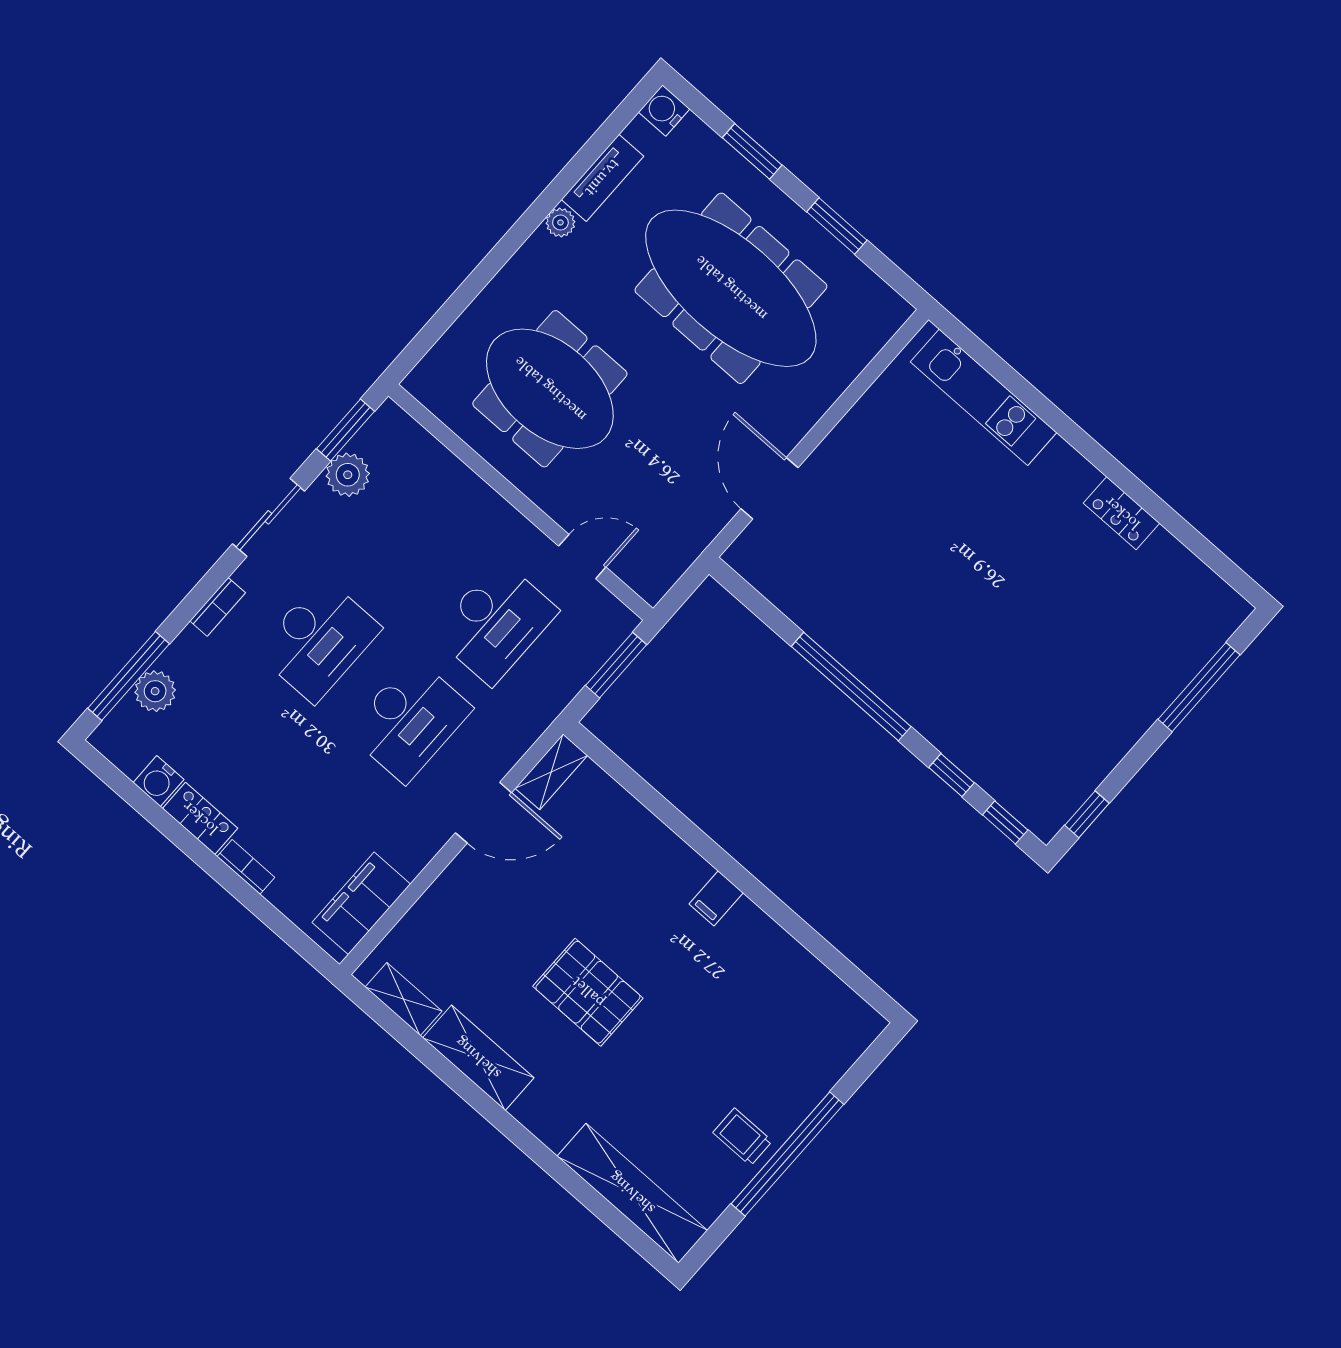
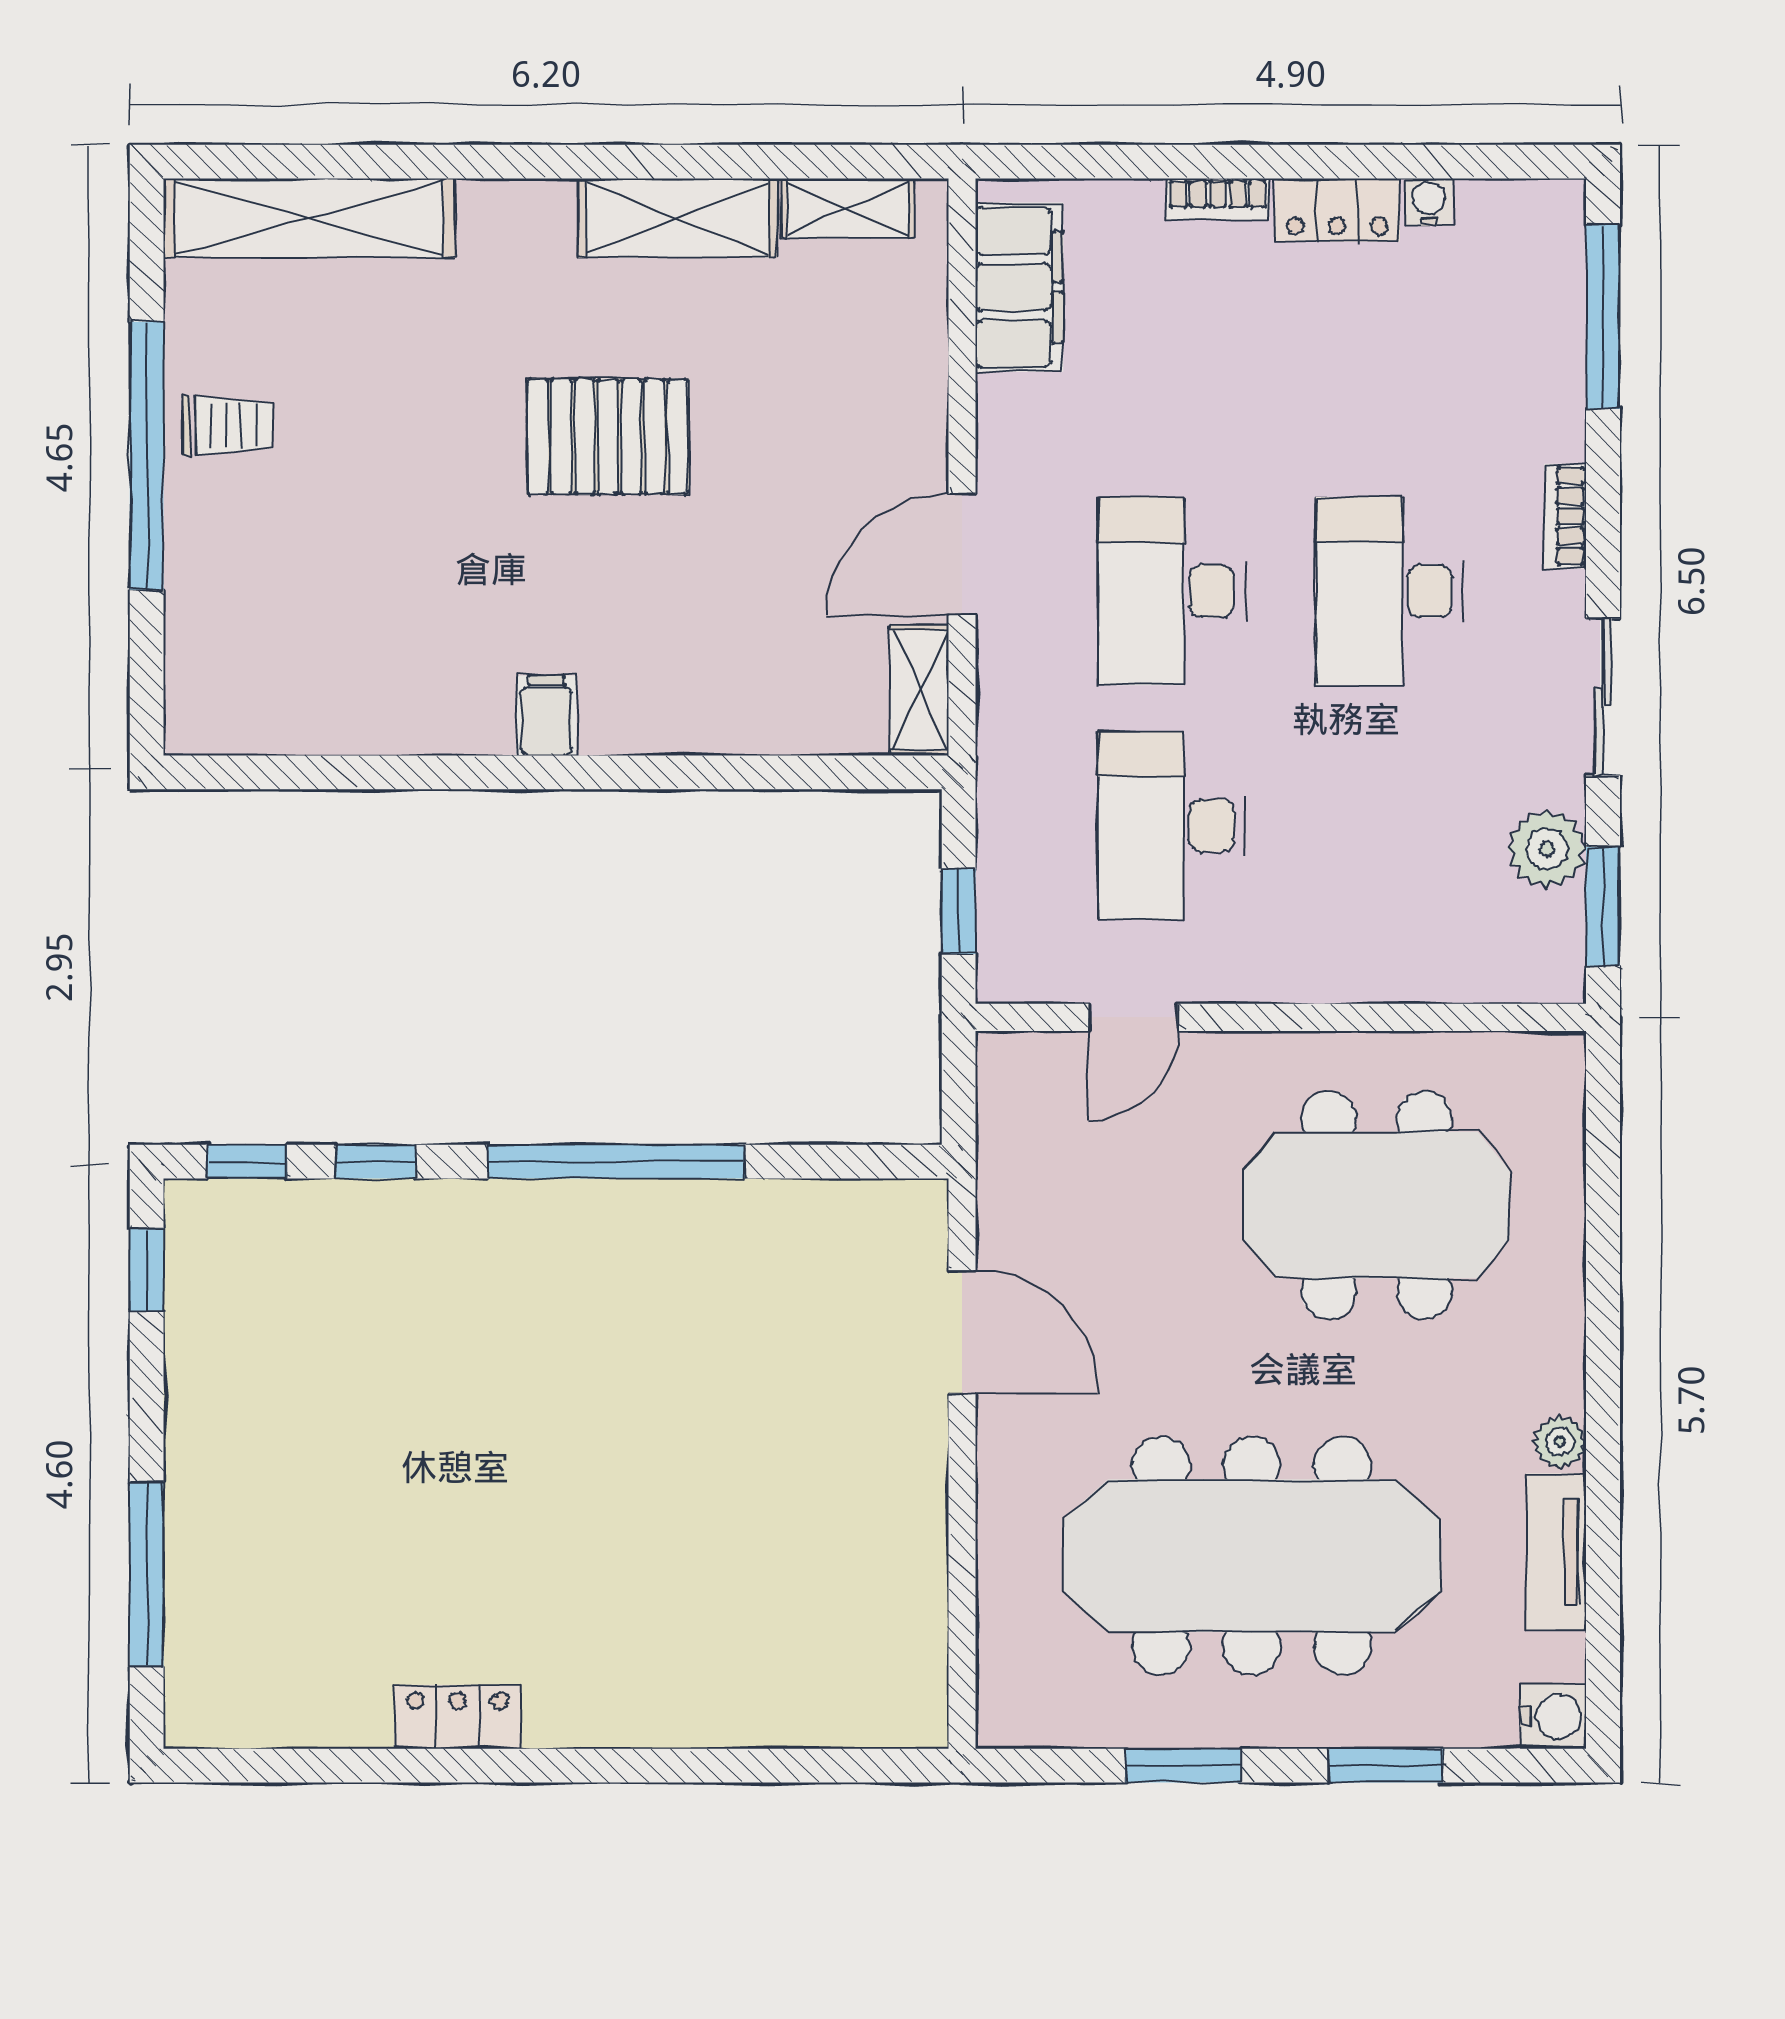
kitchen unit: (984, 397) -> (782, 1709), removed
window: (616, 665) -> (959, 911), width x0.67
plant: (155, 691) -> (1549, 328), removed
water cooler: (159, 781) -> (1429, 202), width x0.72, depth x0.72

